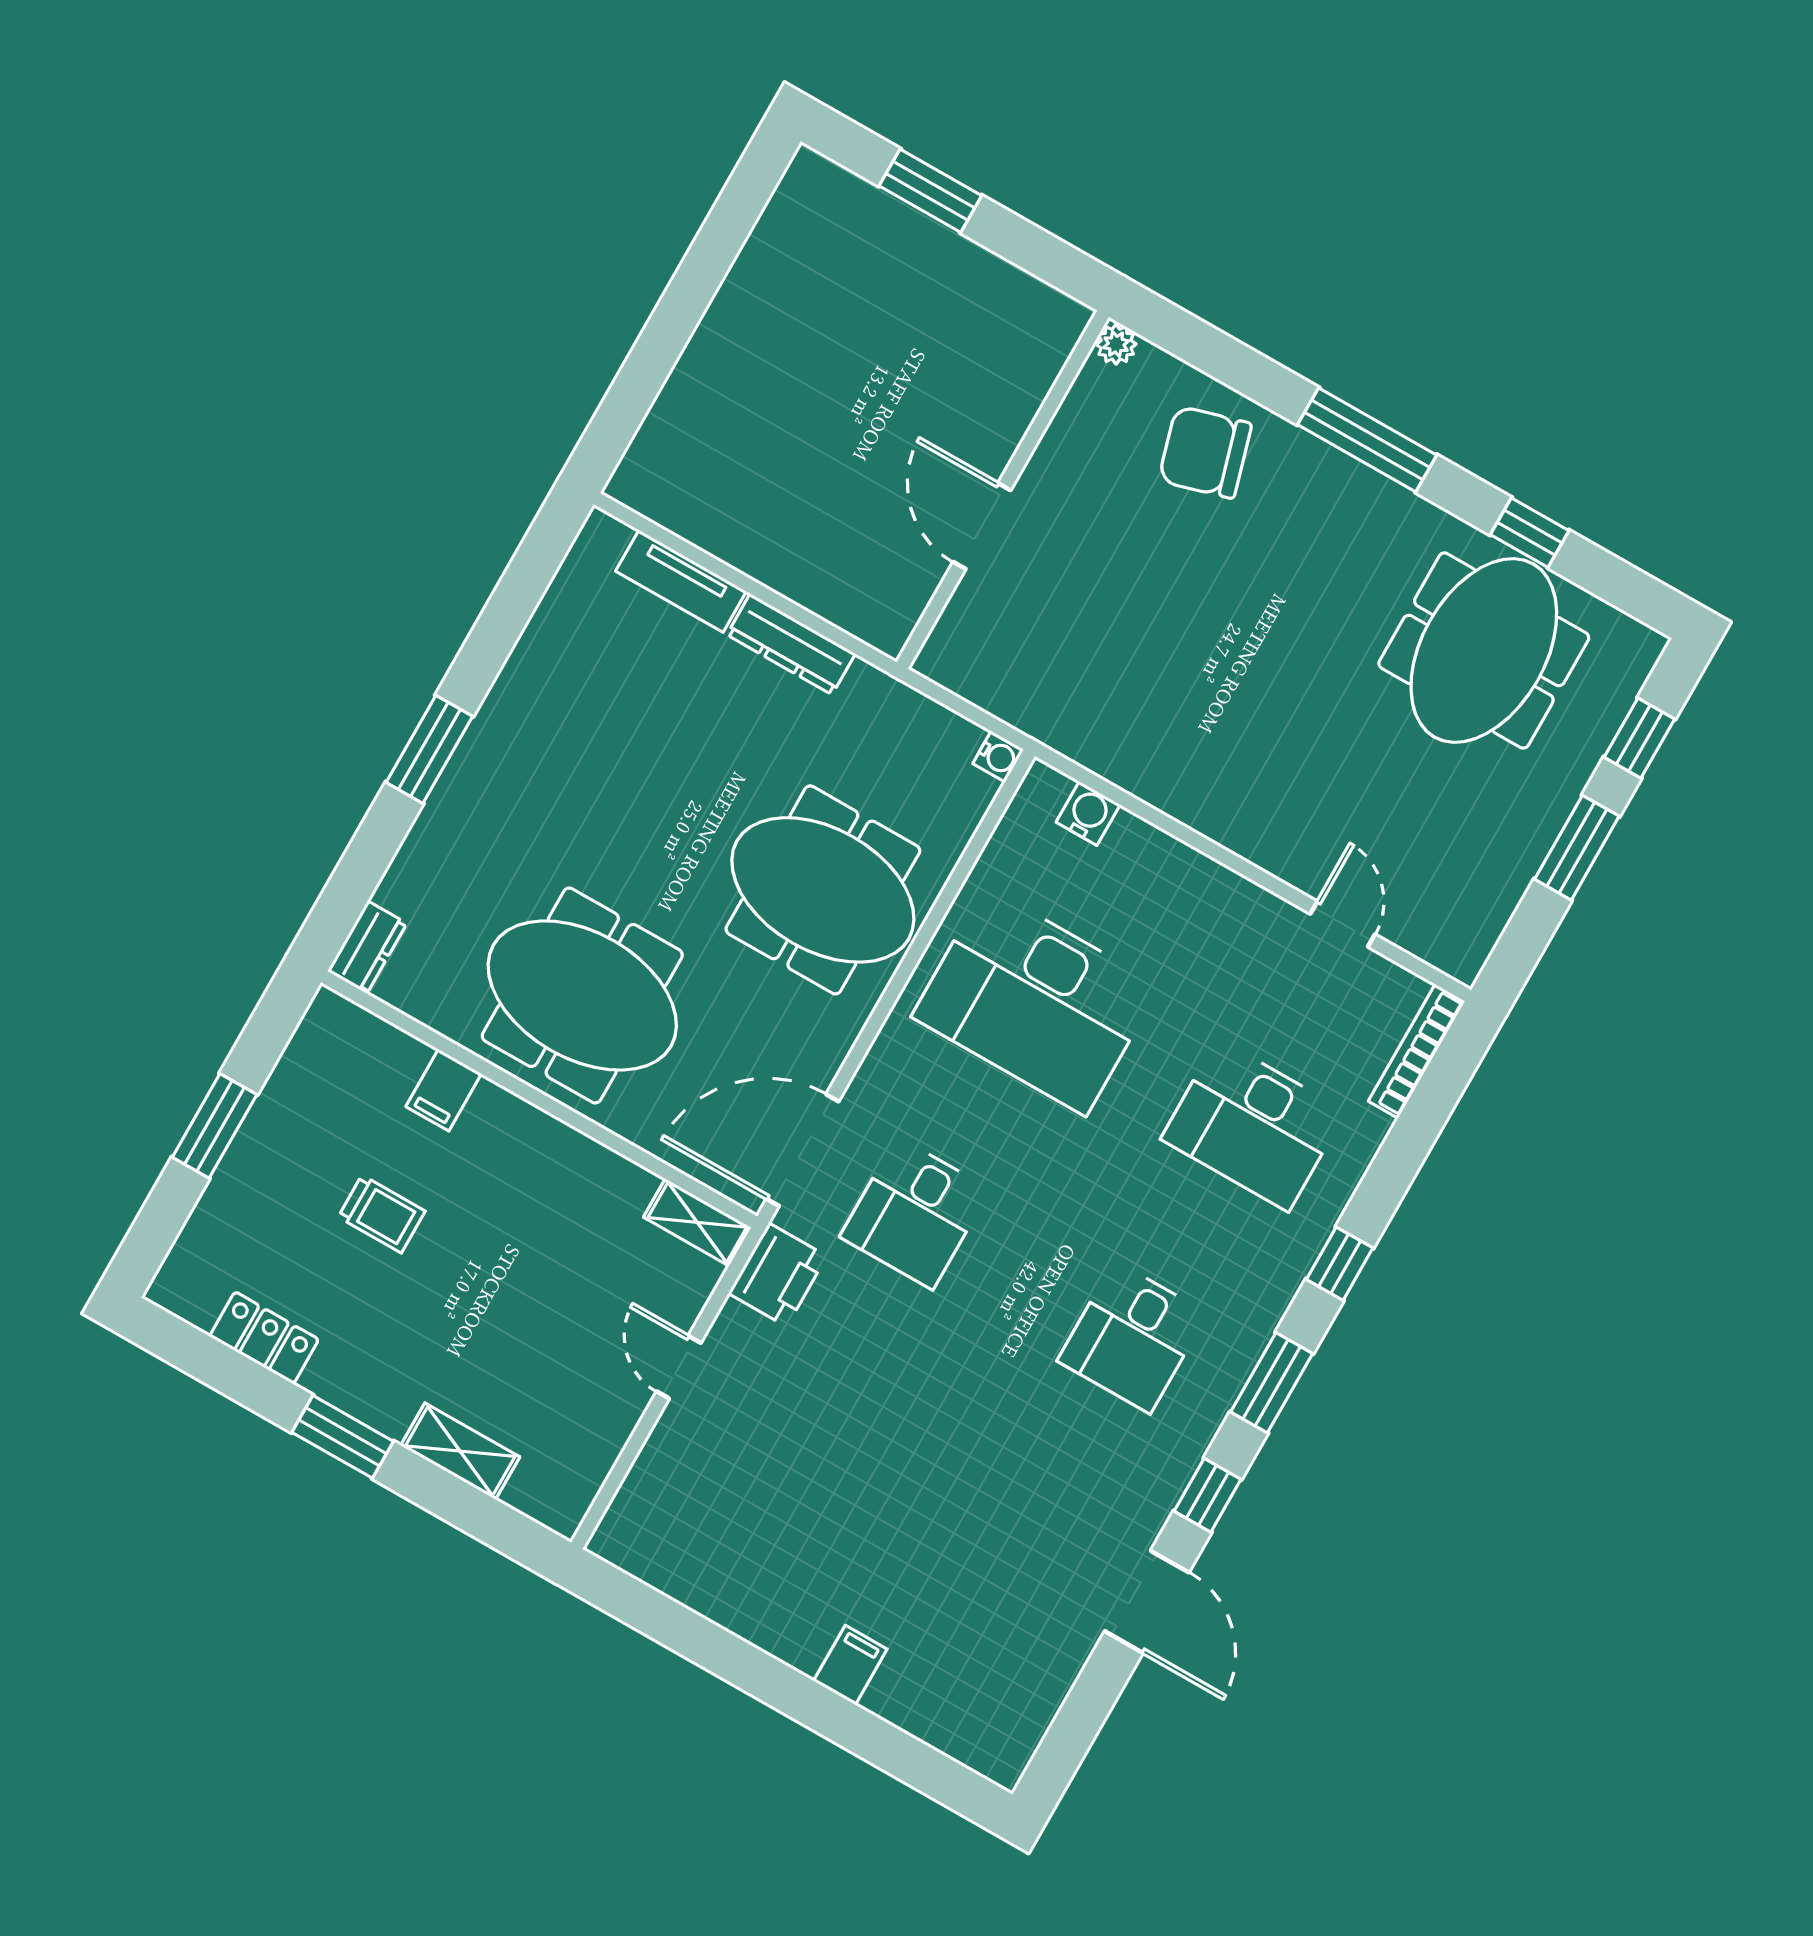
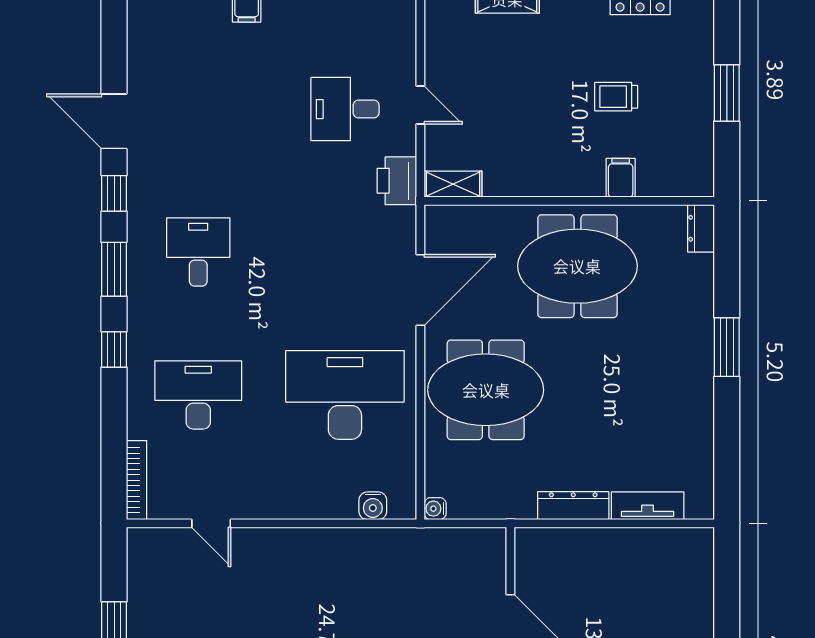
door: (803, 1150) -> (420, 290), moved
desk: (915, 1213) -> (345, 109), moved, turned -90

